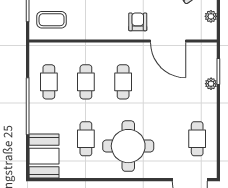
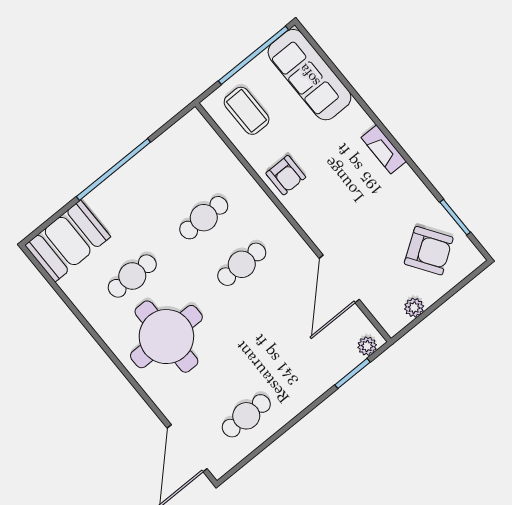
armchair: (138, 22) -> (286, 175), moved, turned 90
cafe table: (49, 82) -> (166, 171), removed
plant: (211, 84) -> (367, 346), moved

